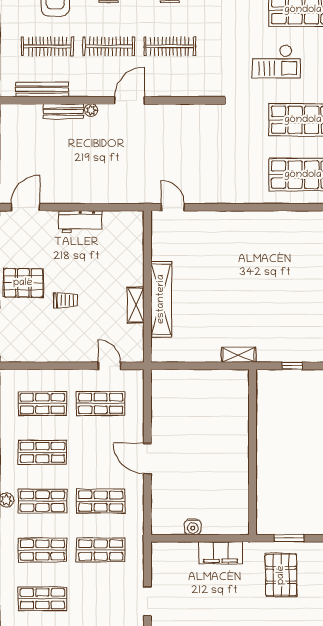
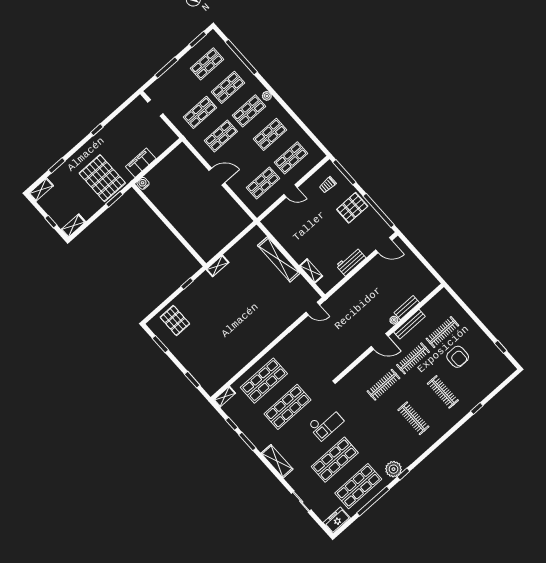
checkout: (276, 61) -> (326, 423), turned 180
bench: (42, 90) -> (409, 324), moved
door: (130, 100) -> (380, 341), hinge flipped
door: (25, 207) -> (384, 245), hinge flipped
trolley: (66, 300) -> (328, 185), moved
shelving: (136, 305) -> (311, 271), moved
door: (109, 366) -> (291, 191), moved
water cooler: (193, 527) -> (143, 183), moved
pallet: (281, 575) -> (102, 178), width x1.37, depth x1.41

